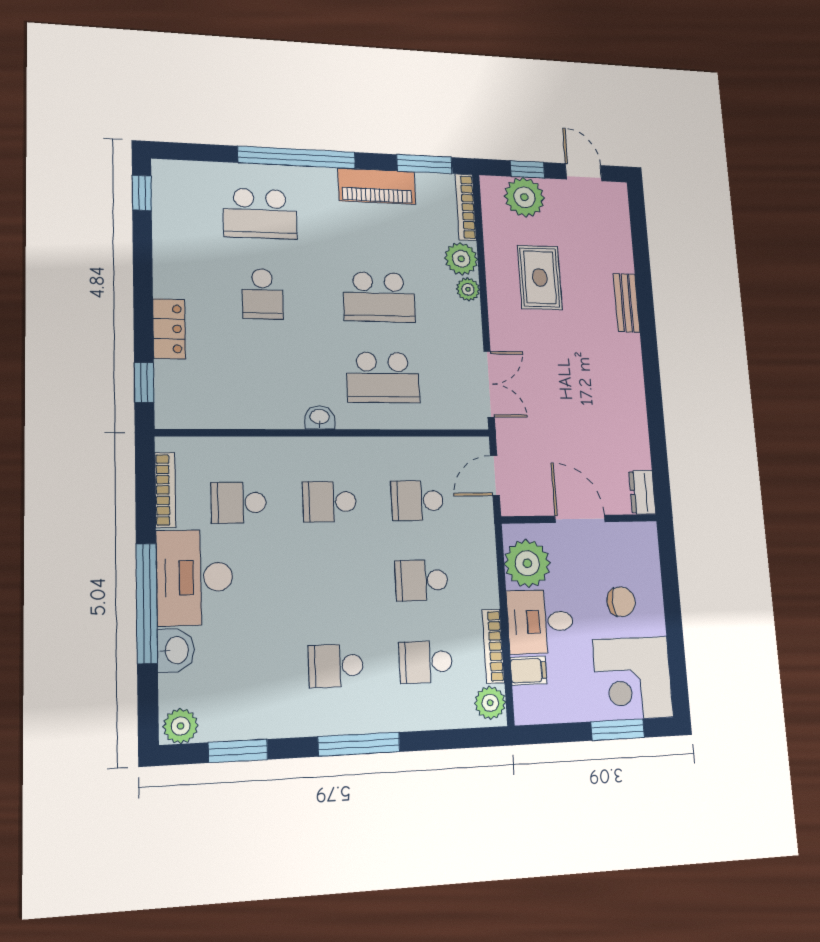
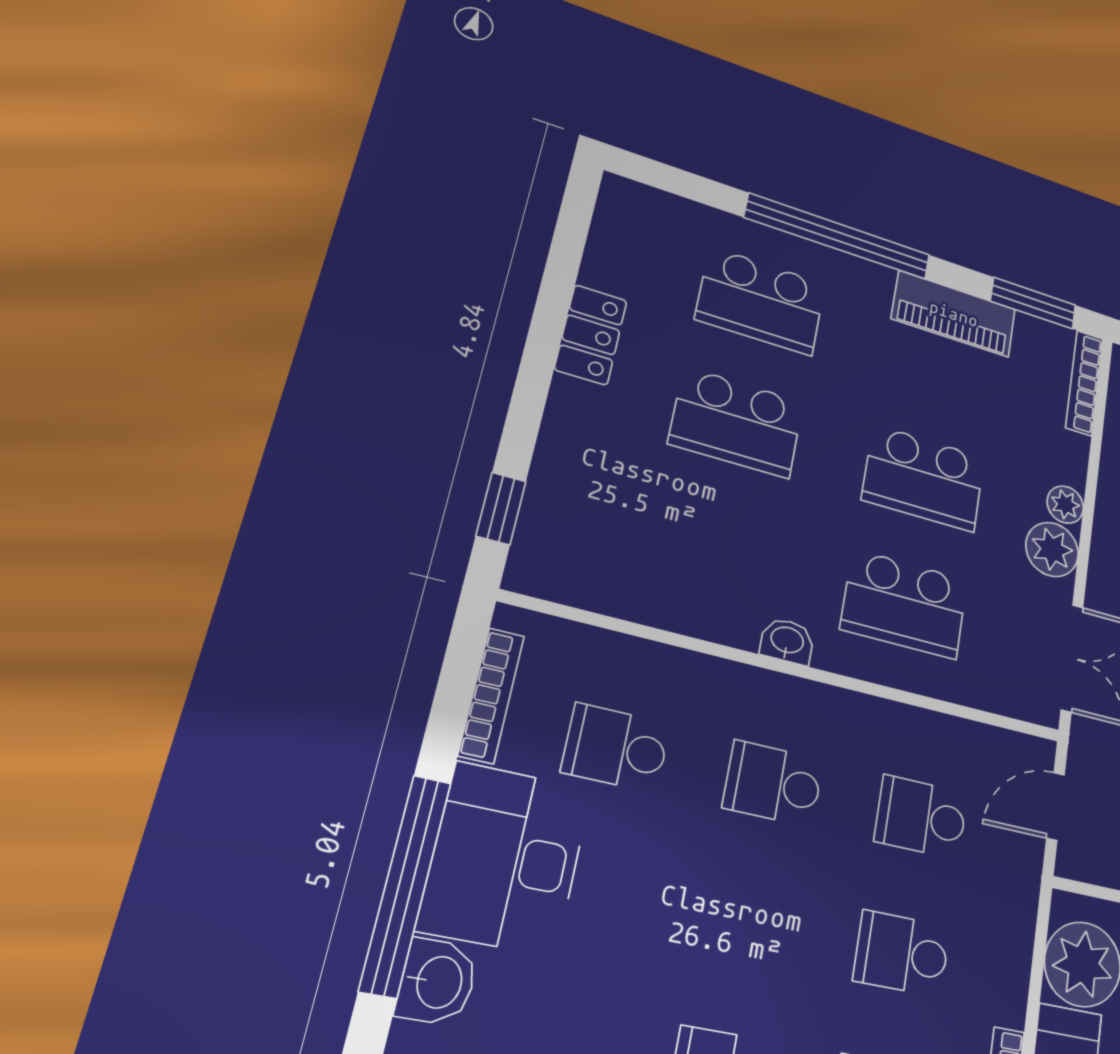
window: (142, 193) -> (575, 216), removed
plant: (461, 259) -> (1052, 549), moved
school desk: (262, 294) -> (737, 423), width x1.85
locker: (169, 329) -> (591, 335), moved

